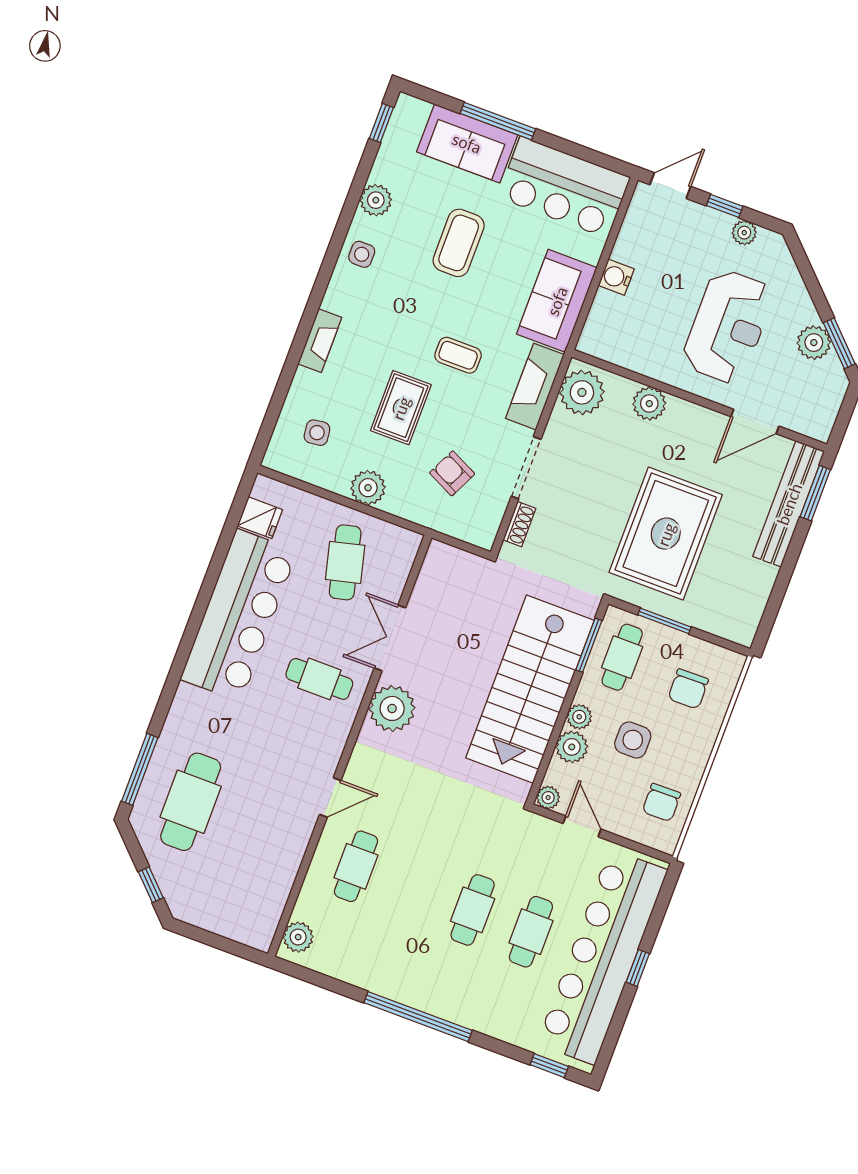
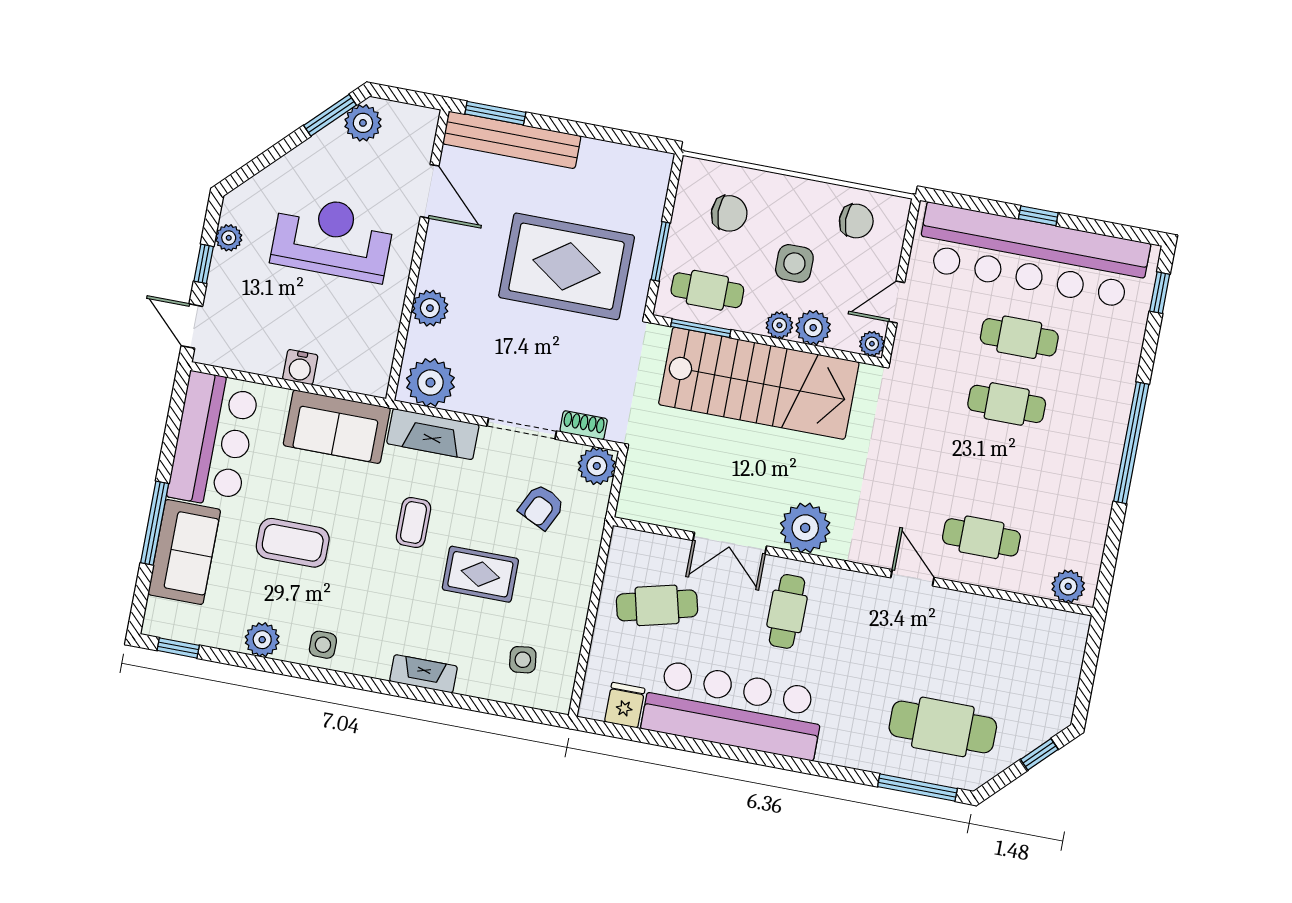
plant: (814, 343) -> (363, 123), moved
plant: (368, 488) -> (597, 466), moved

